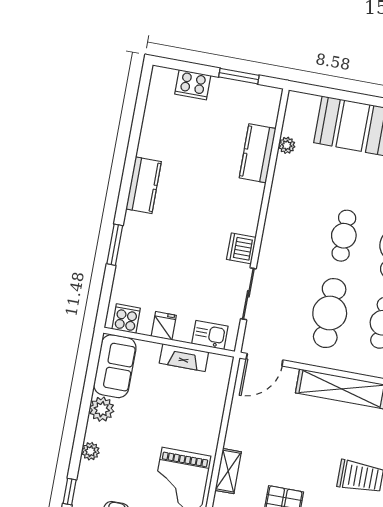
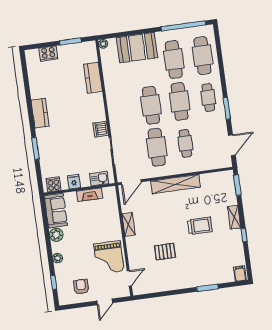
plant: (287, 145) -> (103, 44), moved
cafe table: (344, 236) -> (151, 105), width x1.37, depth x1.35
shelving: (228, 471) -> (129, 224), moved

